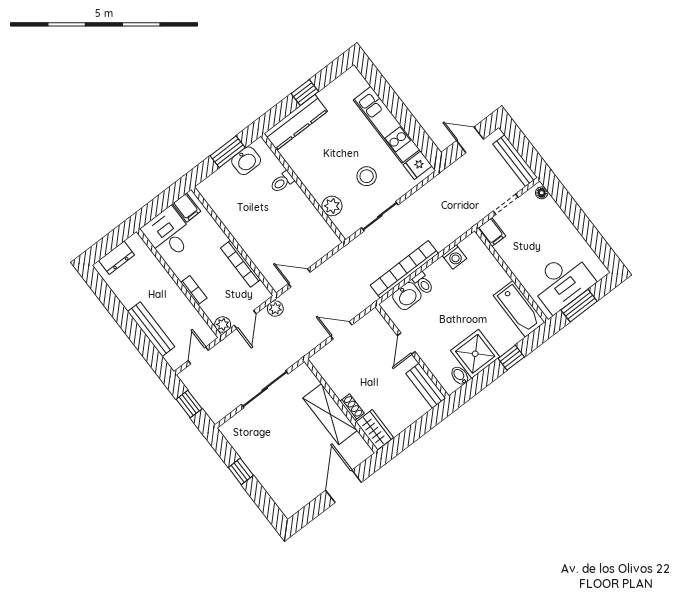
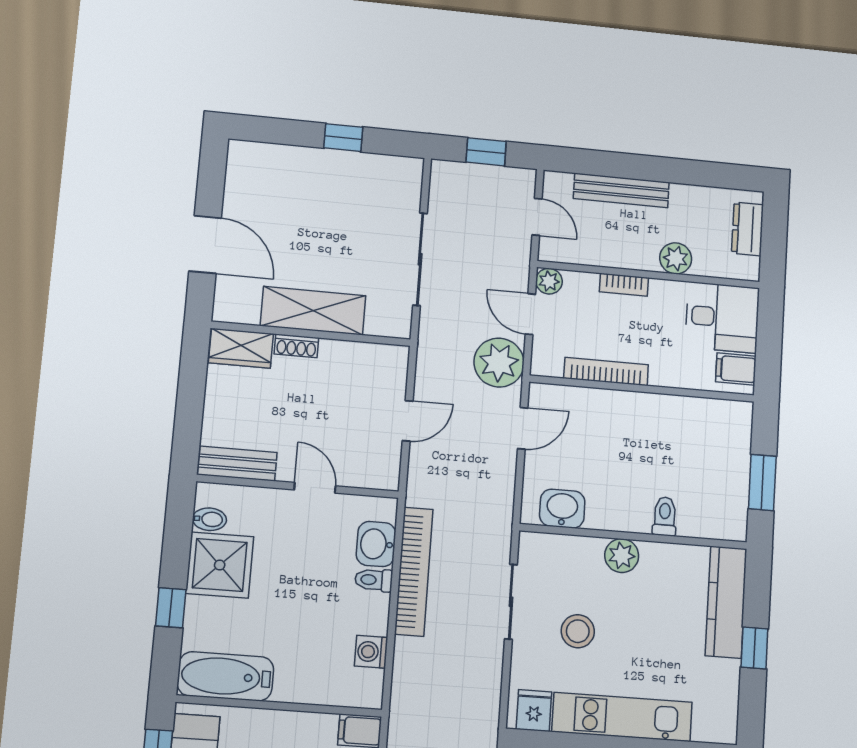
washbasin: (246, 161) -> (562, 509), moved, turned 90
plant: (332, 206) -> (622, 556), moved
plant: (160, 278) -> (676, 258), added
plant: (275, 309) -> (499, 363), width x1.87, depth x1.87

